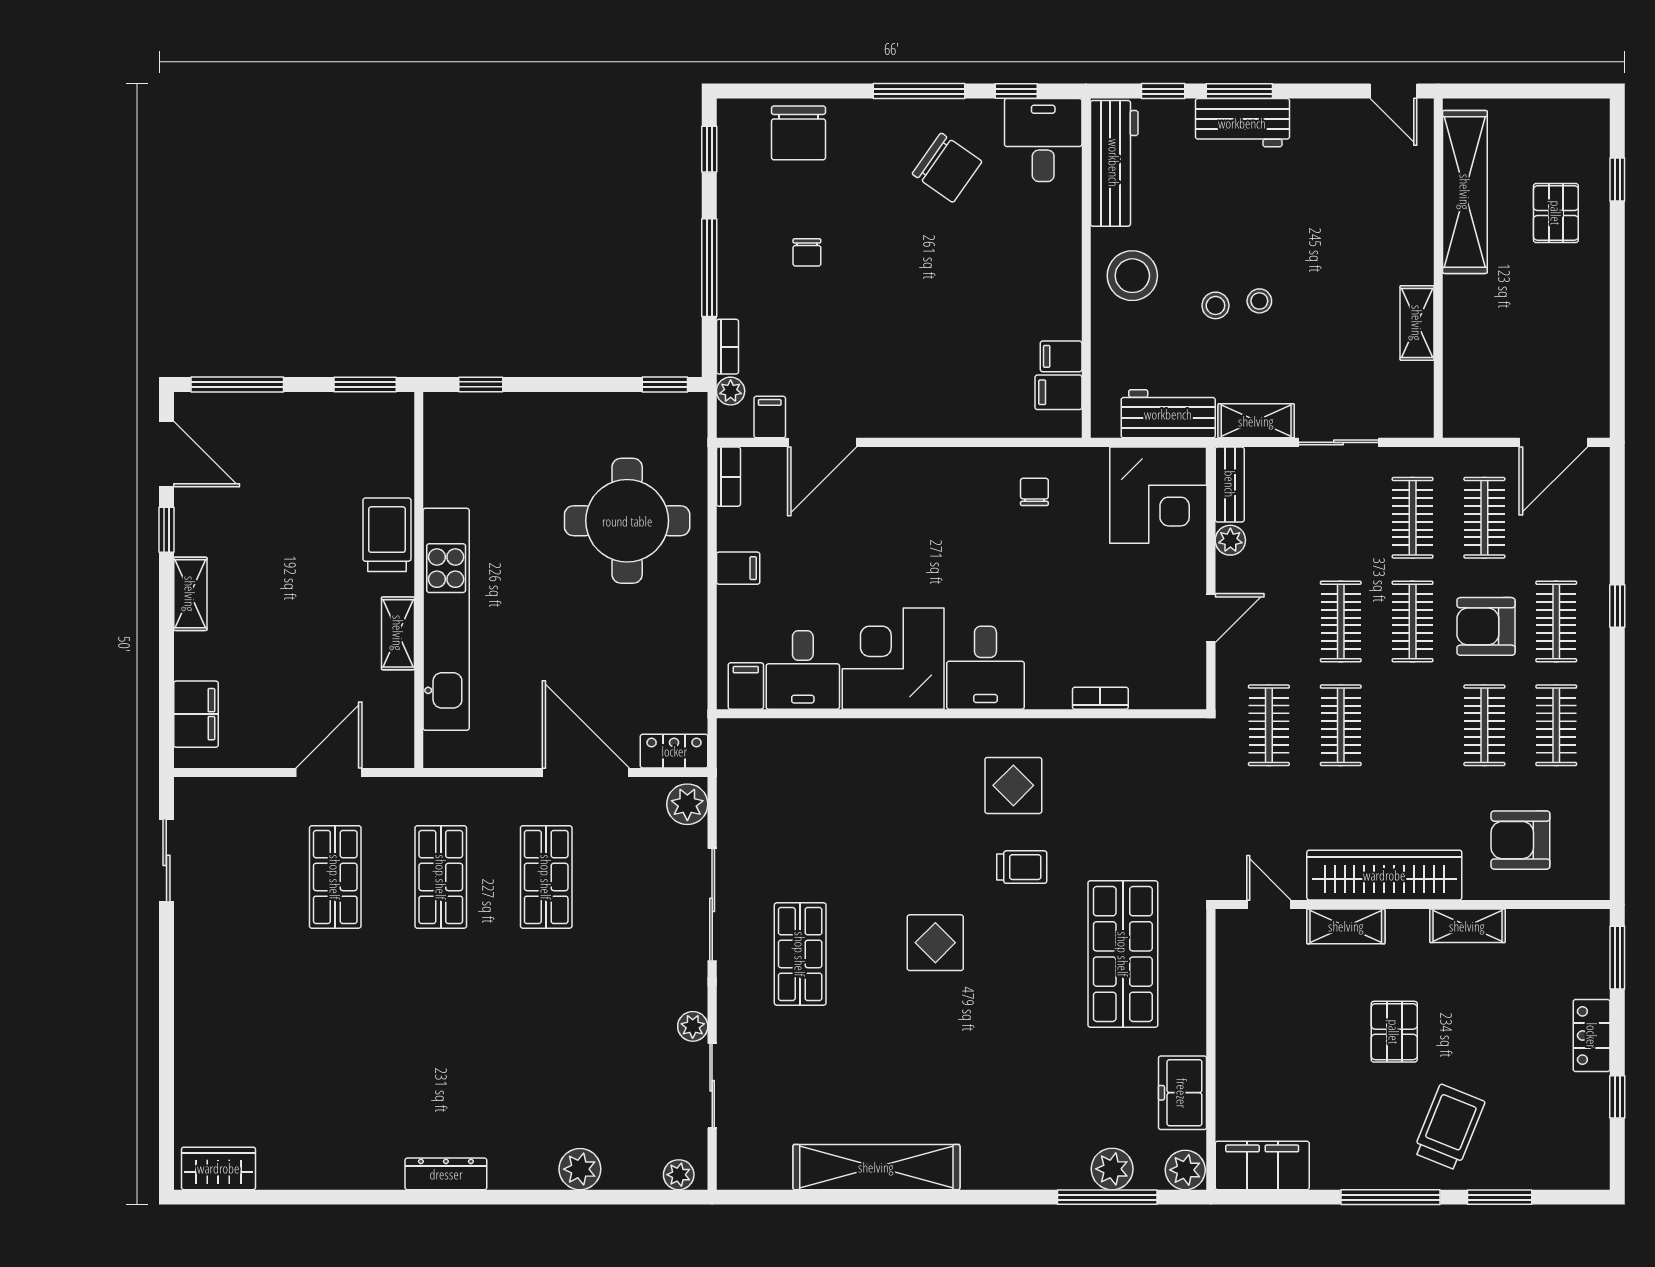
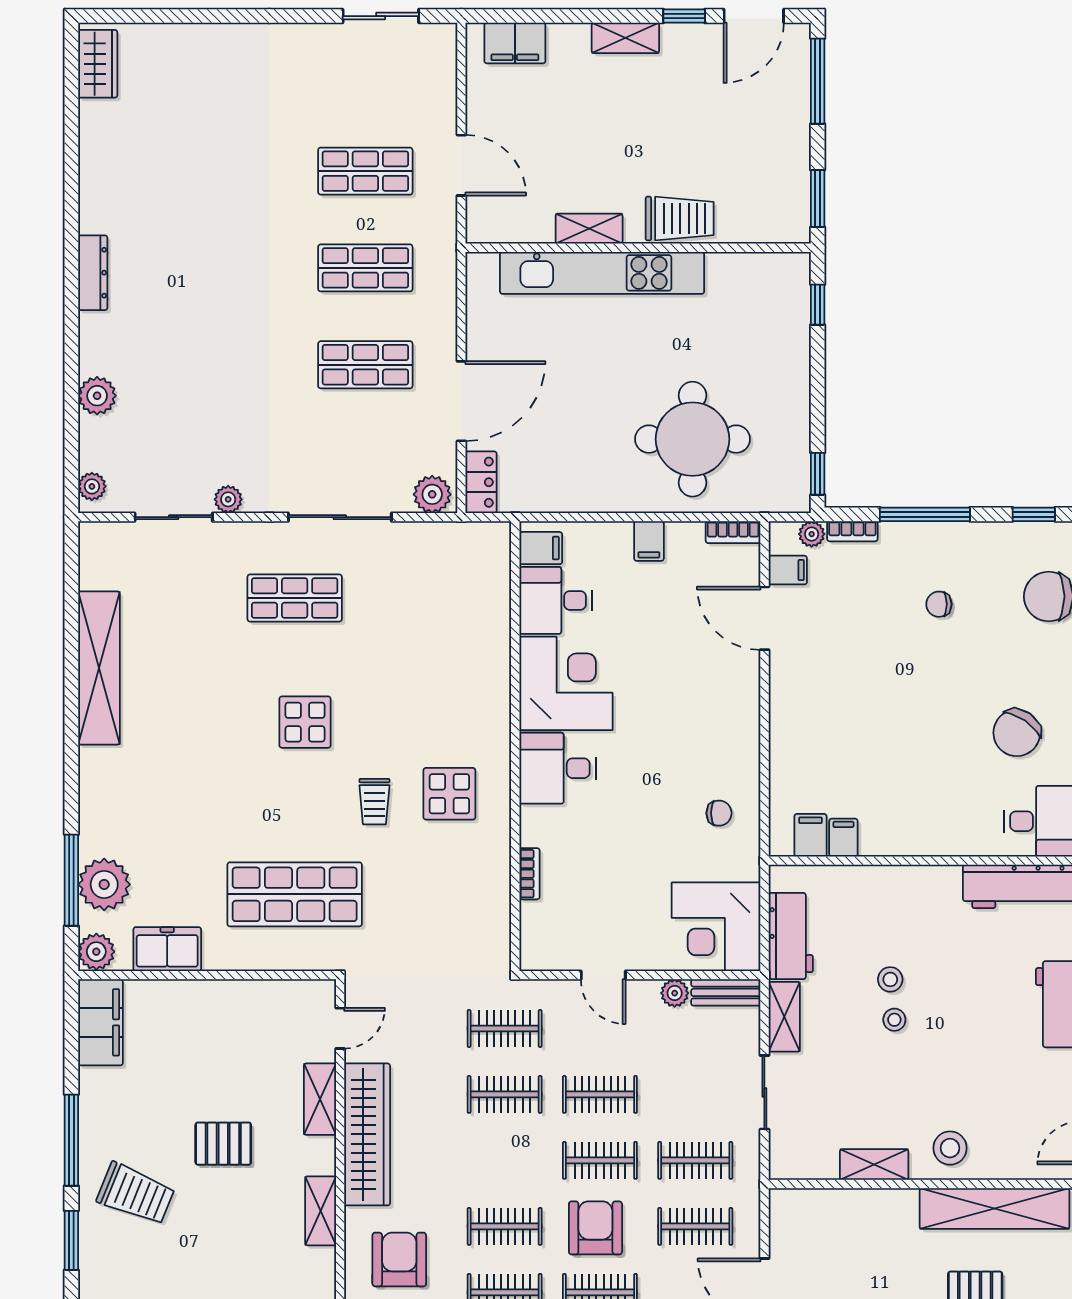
stool: (1132, 276) -> (950, 1148), moved, width x0.73, depth x0.73
plant: (1112, 1169) -> (104, 884), width x1.36, depth x1.36

